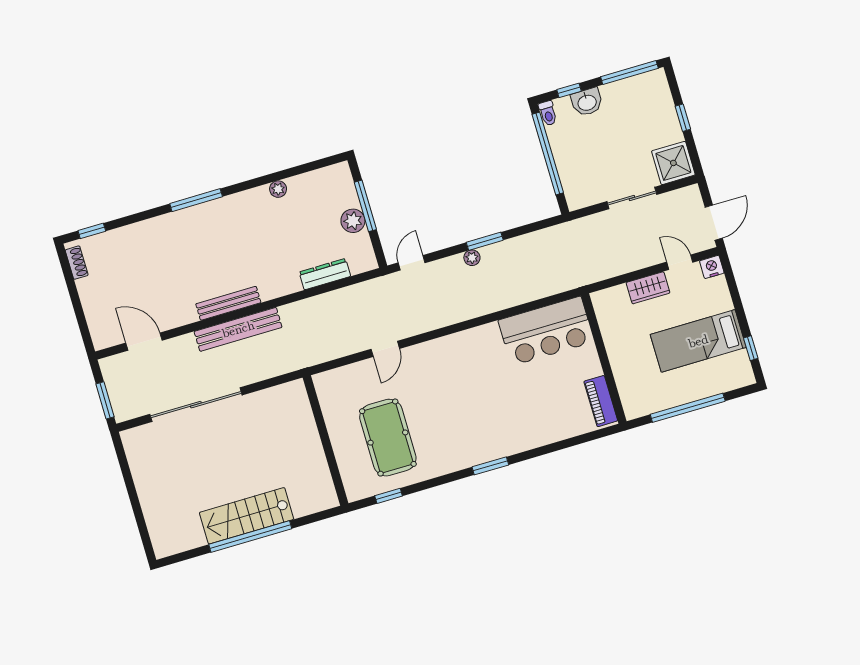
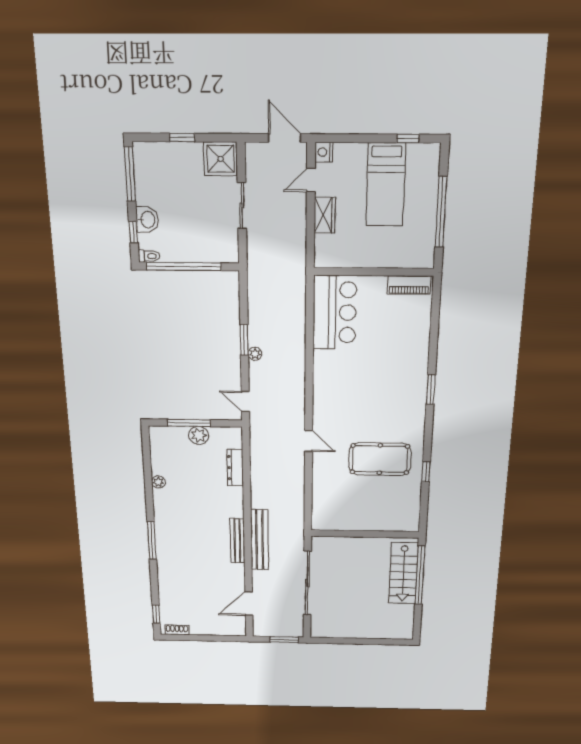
wall: (326, 440) -> (365, 534), moved

